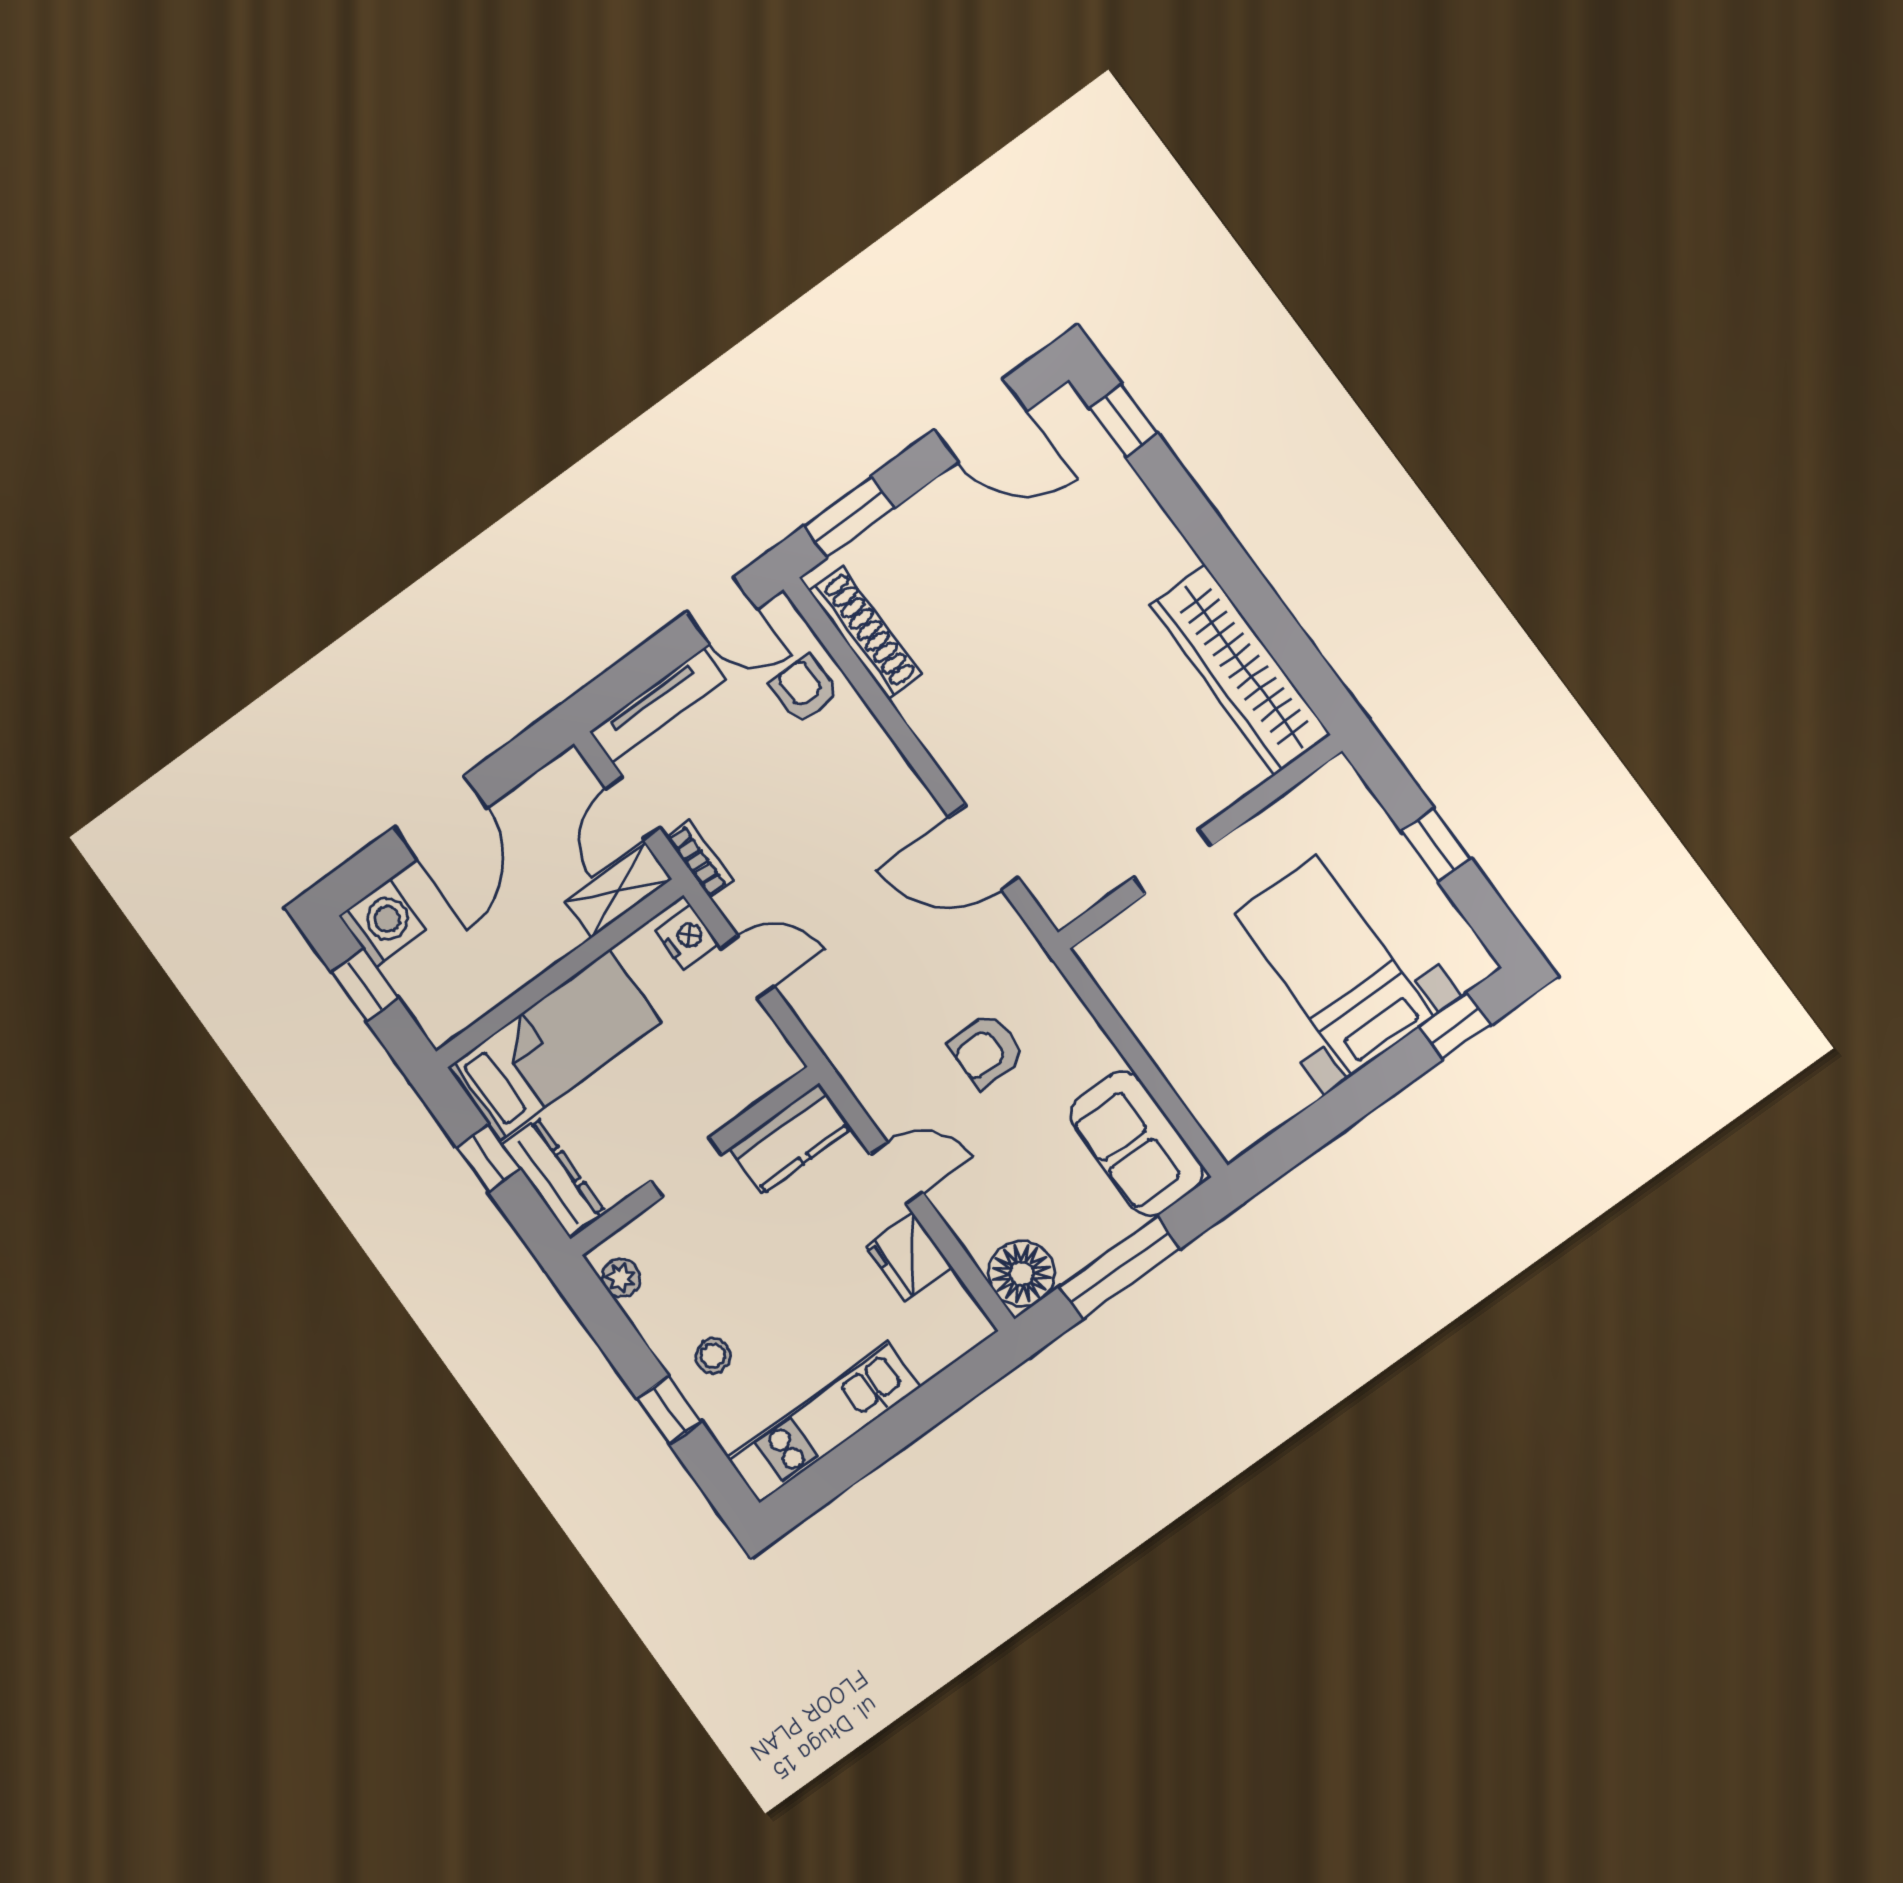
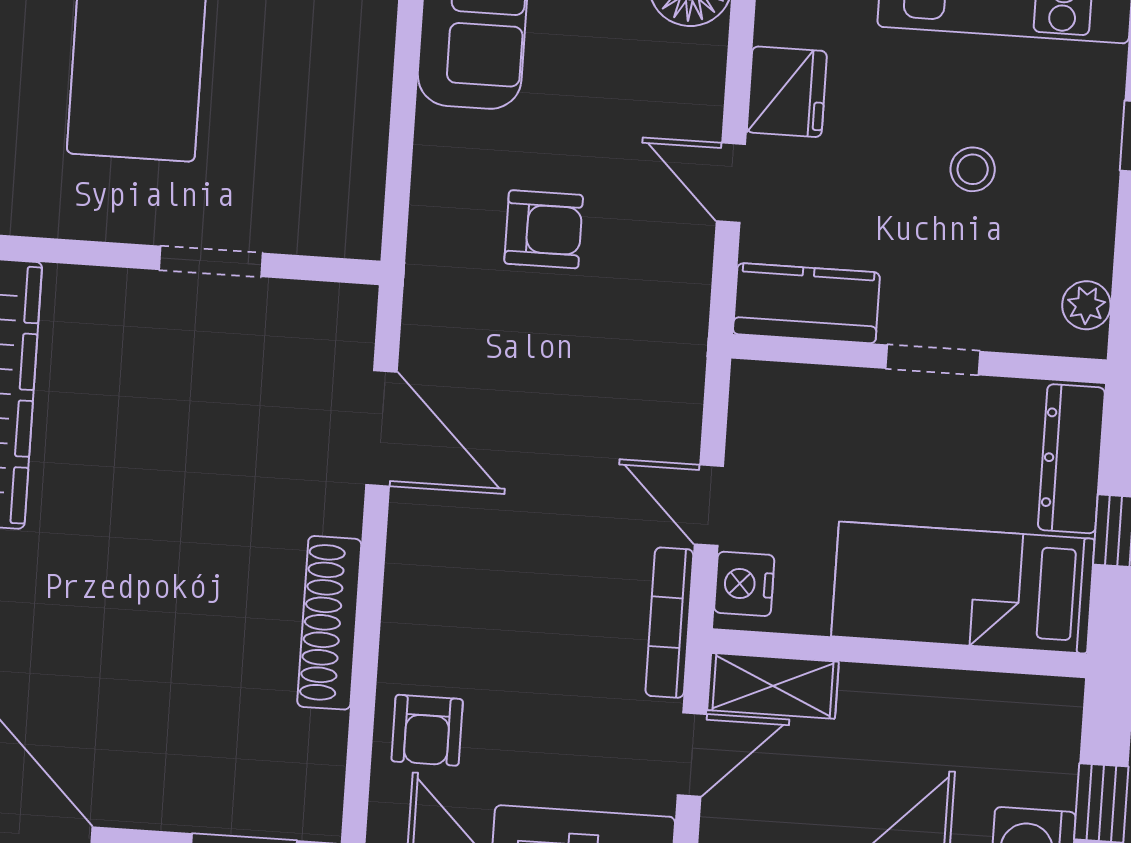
shoe rack: (865, 633) -> (329, 623), moved
bookcase: (700, 859) -> (669, 623), width x1.56
stool: (713, 1355) -> (973, 169), moved

